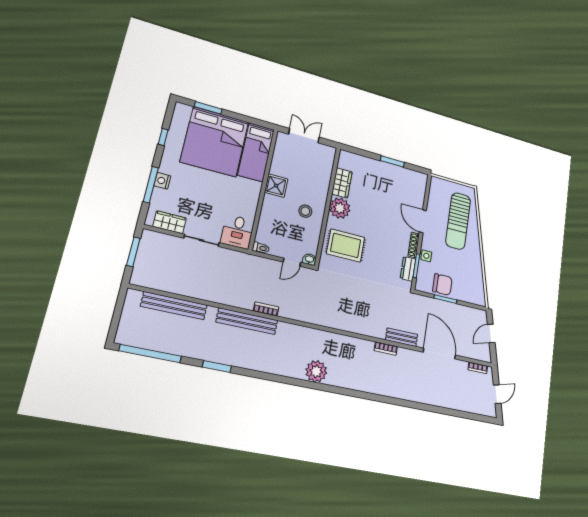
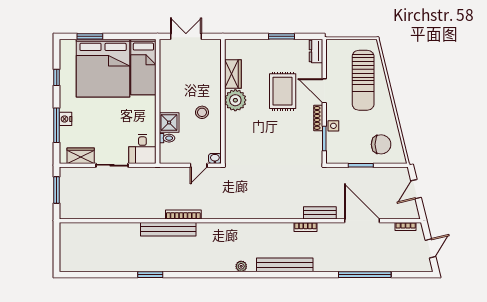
shower: (276, 186) -> (169, 122), moved
rug: (346, 246) -> (283, 91), moved, turned 90
toilet: (261, 248) -> (167, 138), moved
dresser: (408, 269) -> (316, 51), moved
chair: (442, 285) -> (381, 144), moved
bench: (174, 306) -> (285, 265), moved
bookcase: (266, 309) -> (183, 215), width x1.56
window: (150, 354) -> (365, 275), moved
plant: (316, 371) -> (241, 266), width x0.53, depth x0.53

